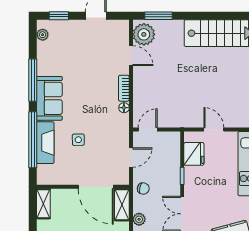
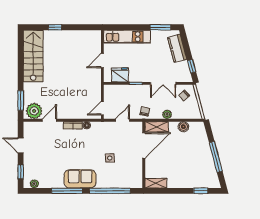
door: (148, 129) -> (102, 108), hinge flipped
fireplace: (45, 143) -> (112, 182), removed
door: (131, 157) -> (123, 120), hinge flipped

